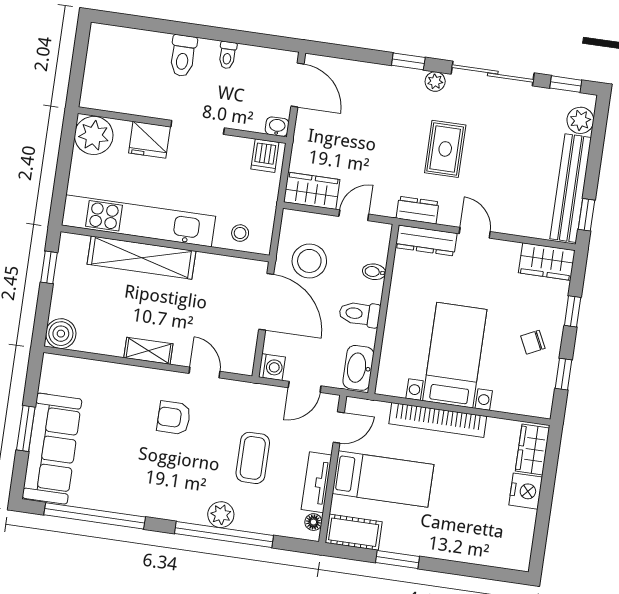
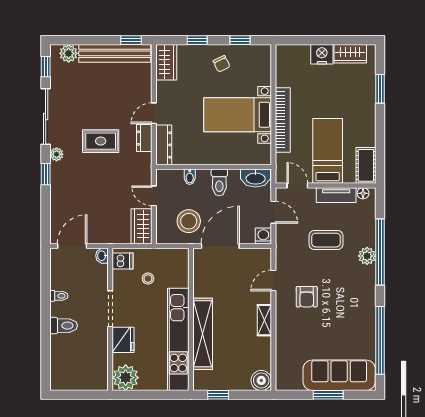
dresser: (418, 210) -> (144, 138), moved
stool: (240, 233) -> (148, 279), moved
wardrobe: (532, 449) -> (350, 54), moved
window: (397, 560) -> (380, 89), moved

